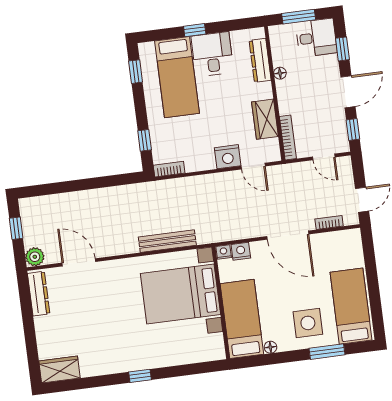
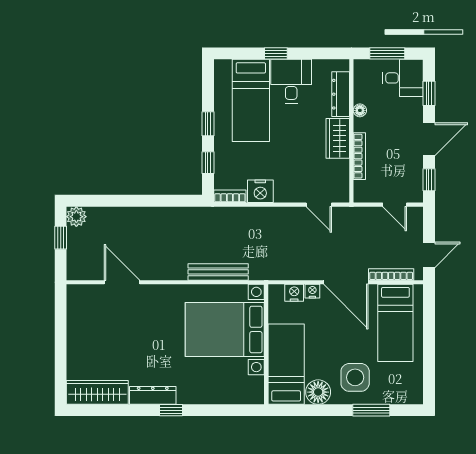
window: (136, 72) -> (208, 124), moved
wardrobe: (265, 119) -> (338, 138), moved
bookcase: (288, 138) -> (359, 156), moved
nightstand: (228, 157) -> (260, 191), moved
bookcase: (329, 223) -> (391, 274), width x1.56
nightstand: (224, 252) -> (312, 291), moved
plant: (35, 257) -> (76, 217), moved
dresser: (39, 294) -> (153, 395), moved, turned -90
bed: (351, 306) -> (395, 323), moved, turned 180
floor lamp: (270, 347) -> (318, 392), width x1.89, depth x1.89
wardrobe: (60, 369) -> (97, 392), width x1.50

